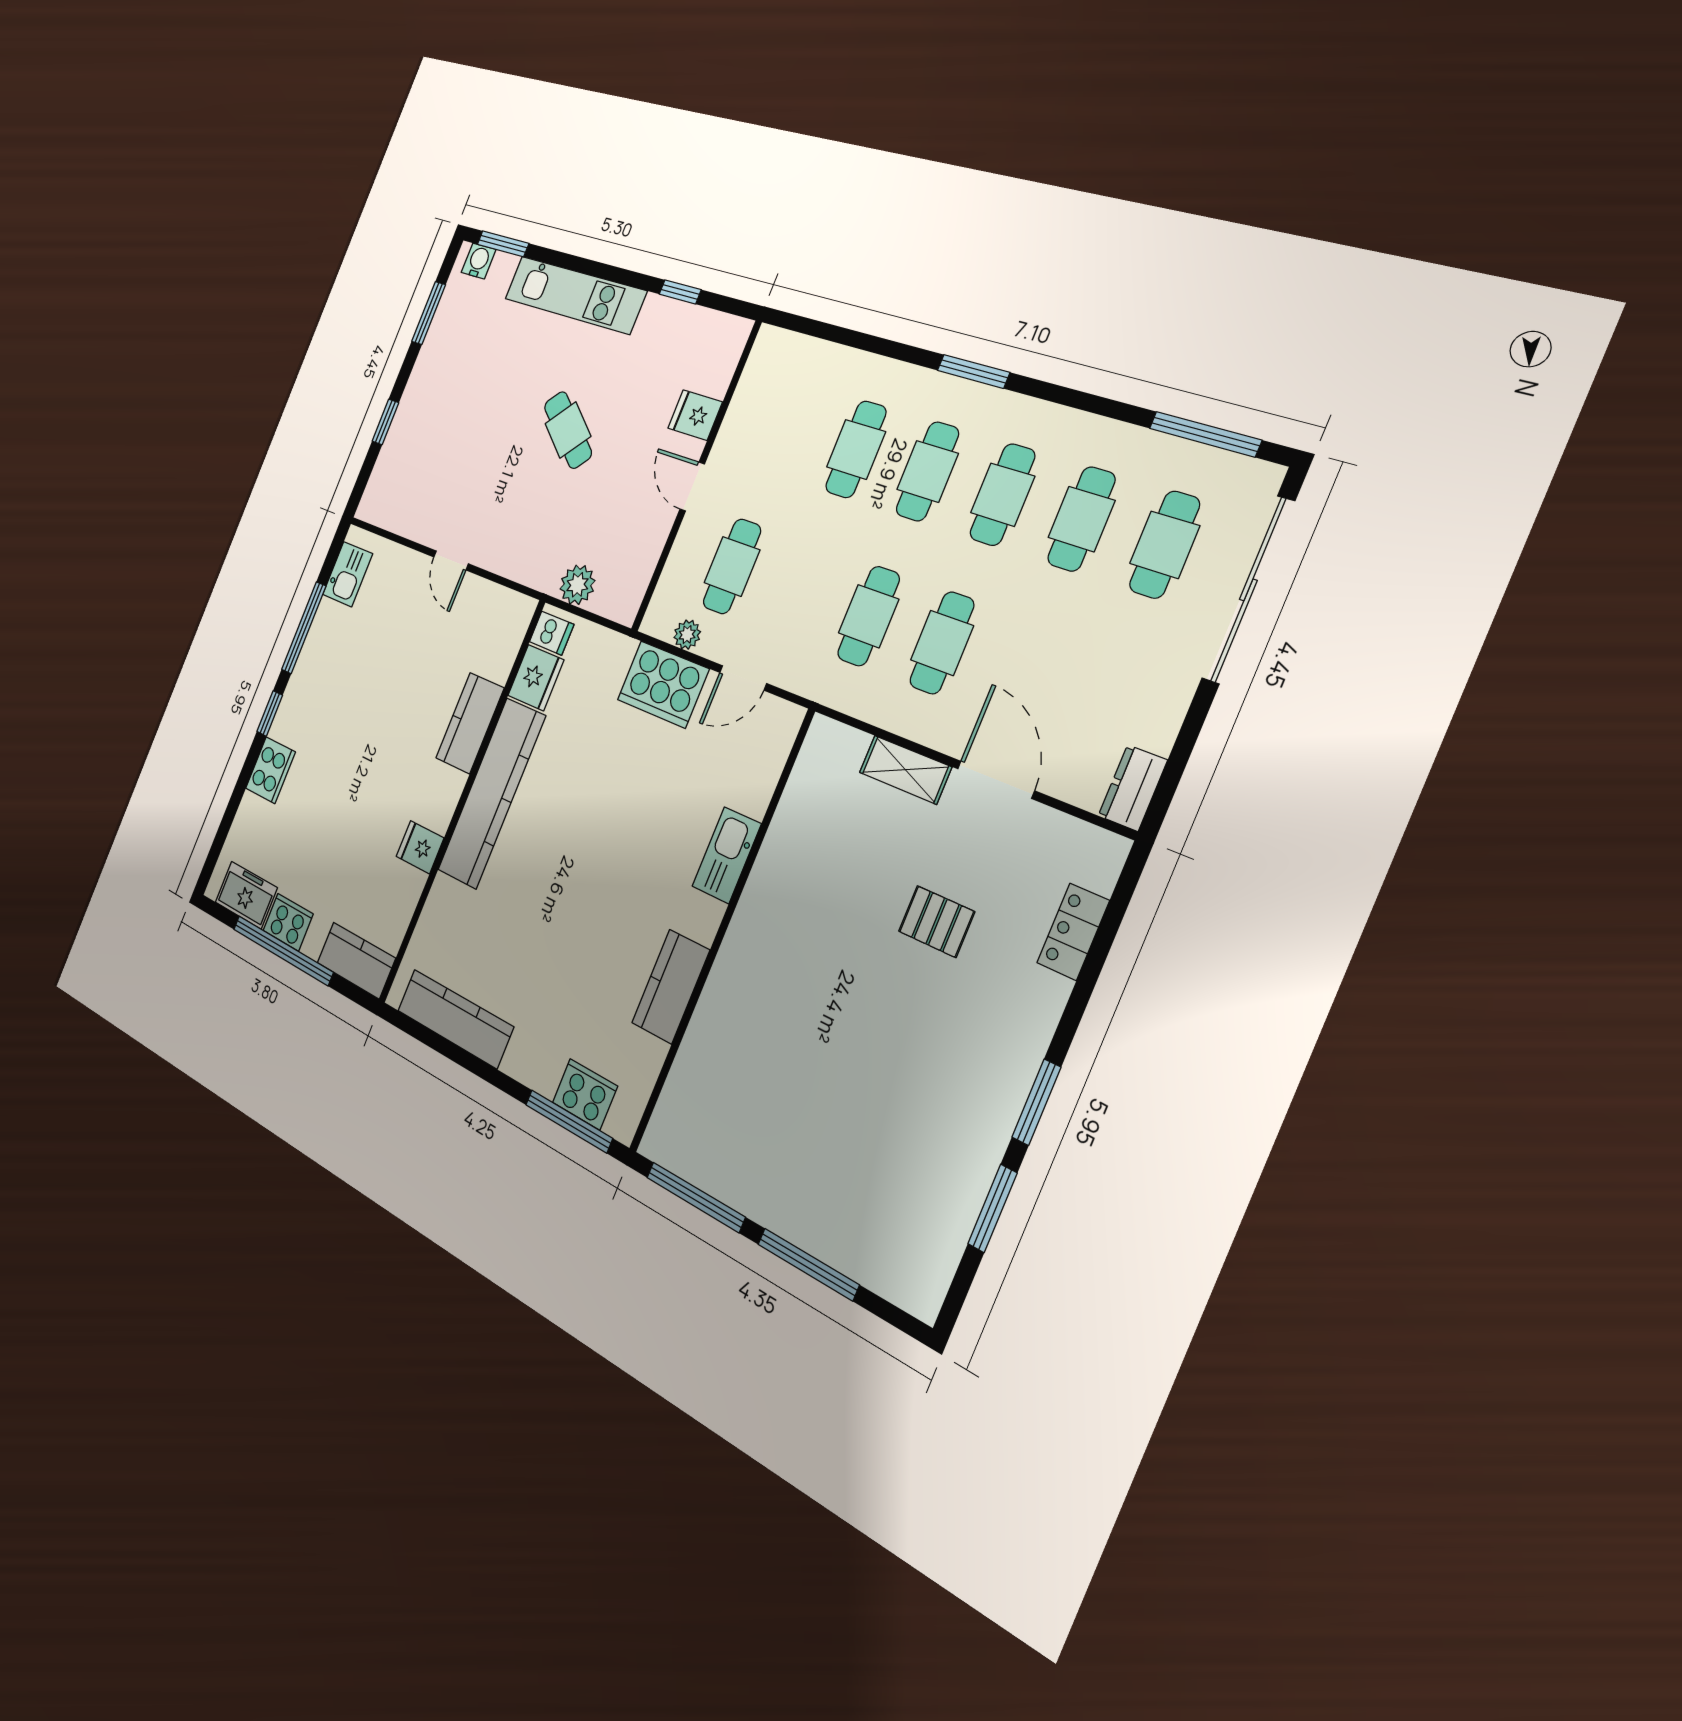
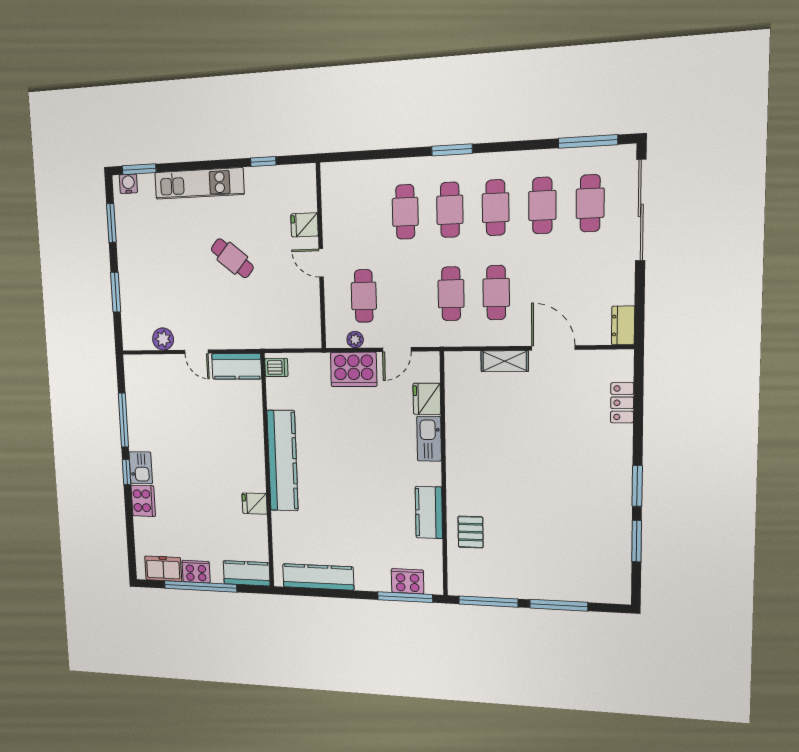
window: (385, 422) -> (116, 292), width x1.50
kitchen sink: (348, 574) -> (141, 468), moved
plant: (577, 585) -> (163, 339), moved
fridge: (536, 678) -> (427, 399), moved, turned 180
kitchen counter: (470, 723) -> (237, 366), moved, turned -90
pallet: (936, 922) -> (471, 532), moved, turned 90

